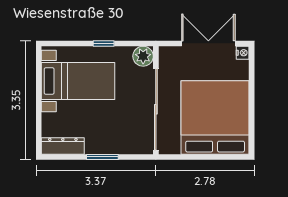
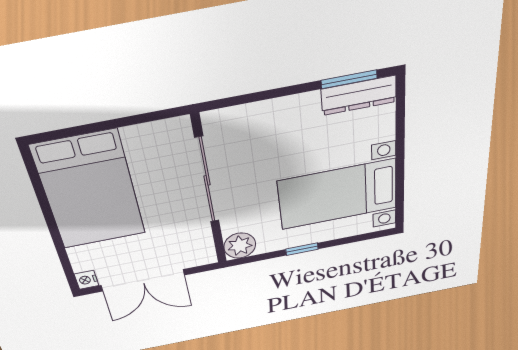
sliding door: (156, 109) -> (207, 180), width x0.73
bed: (215, 117) -> (90, 191), width x0.73
window: (102, 157) -> (349, 79), moved

